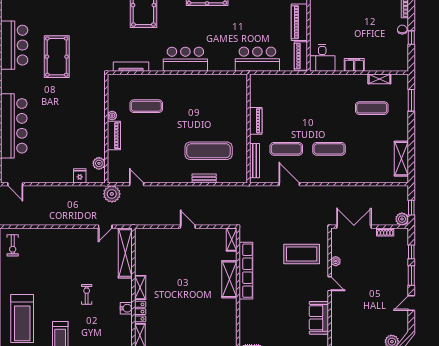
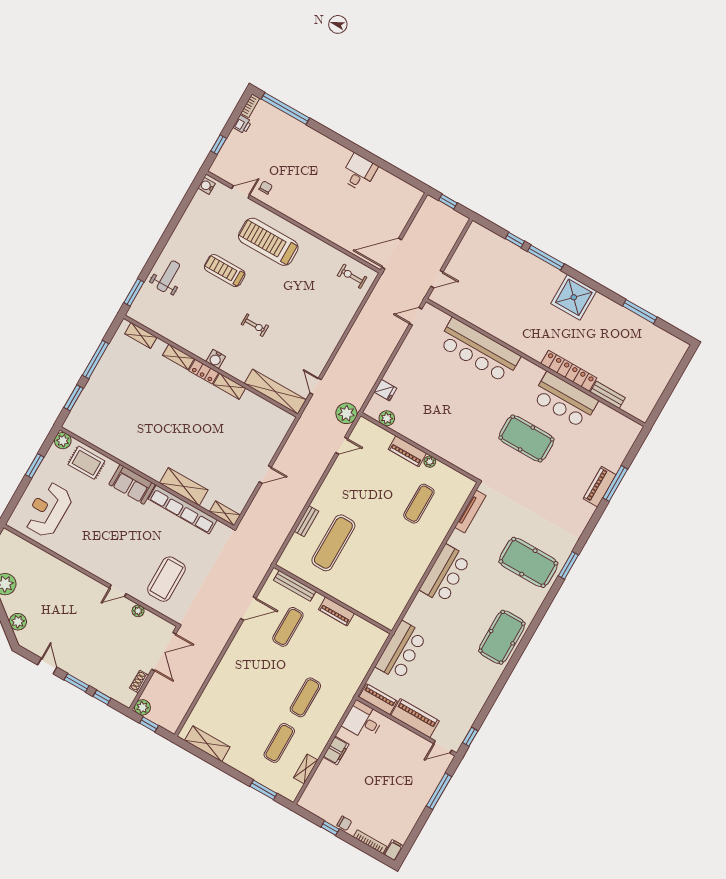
exercise mat: (329, 149) -> (305, 697), moved
sofa: (319, 318) -> (132, 484), moved, turned 180

